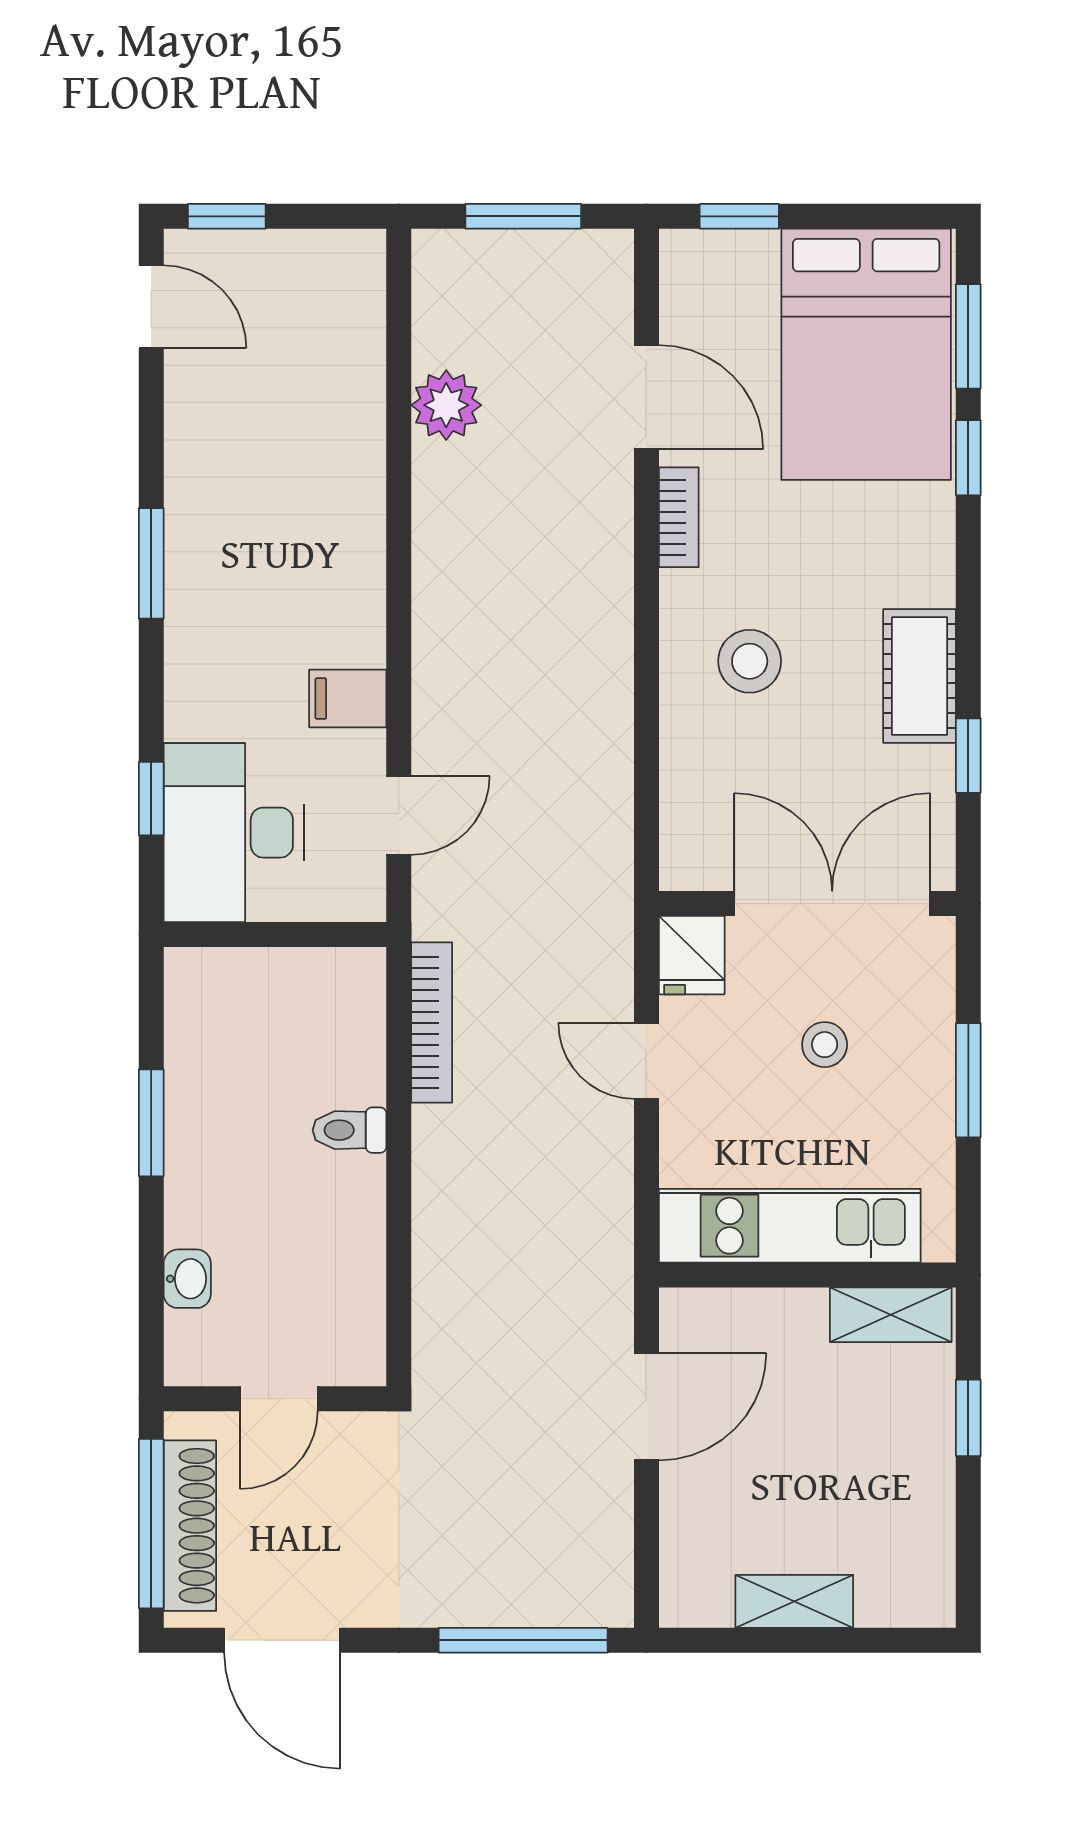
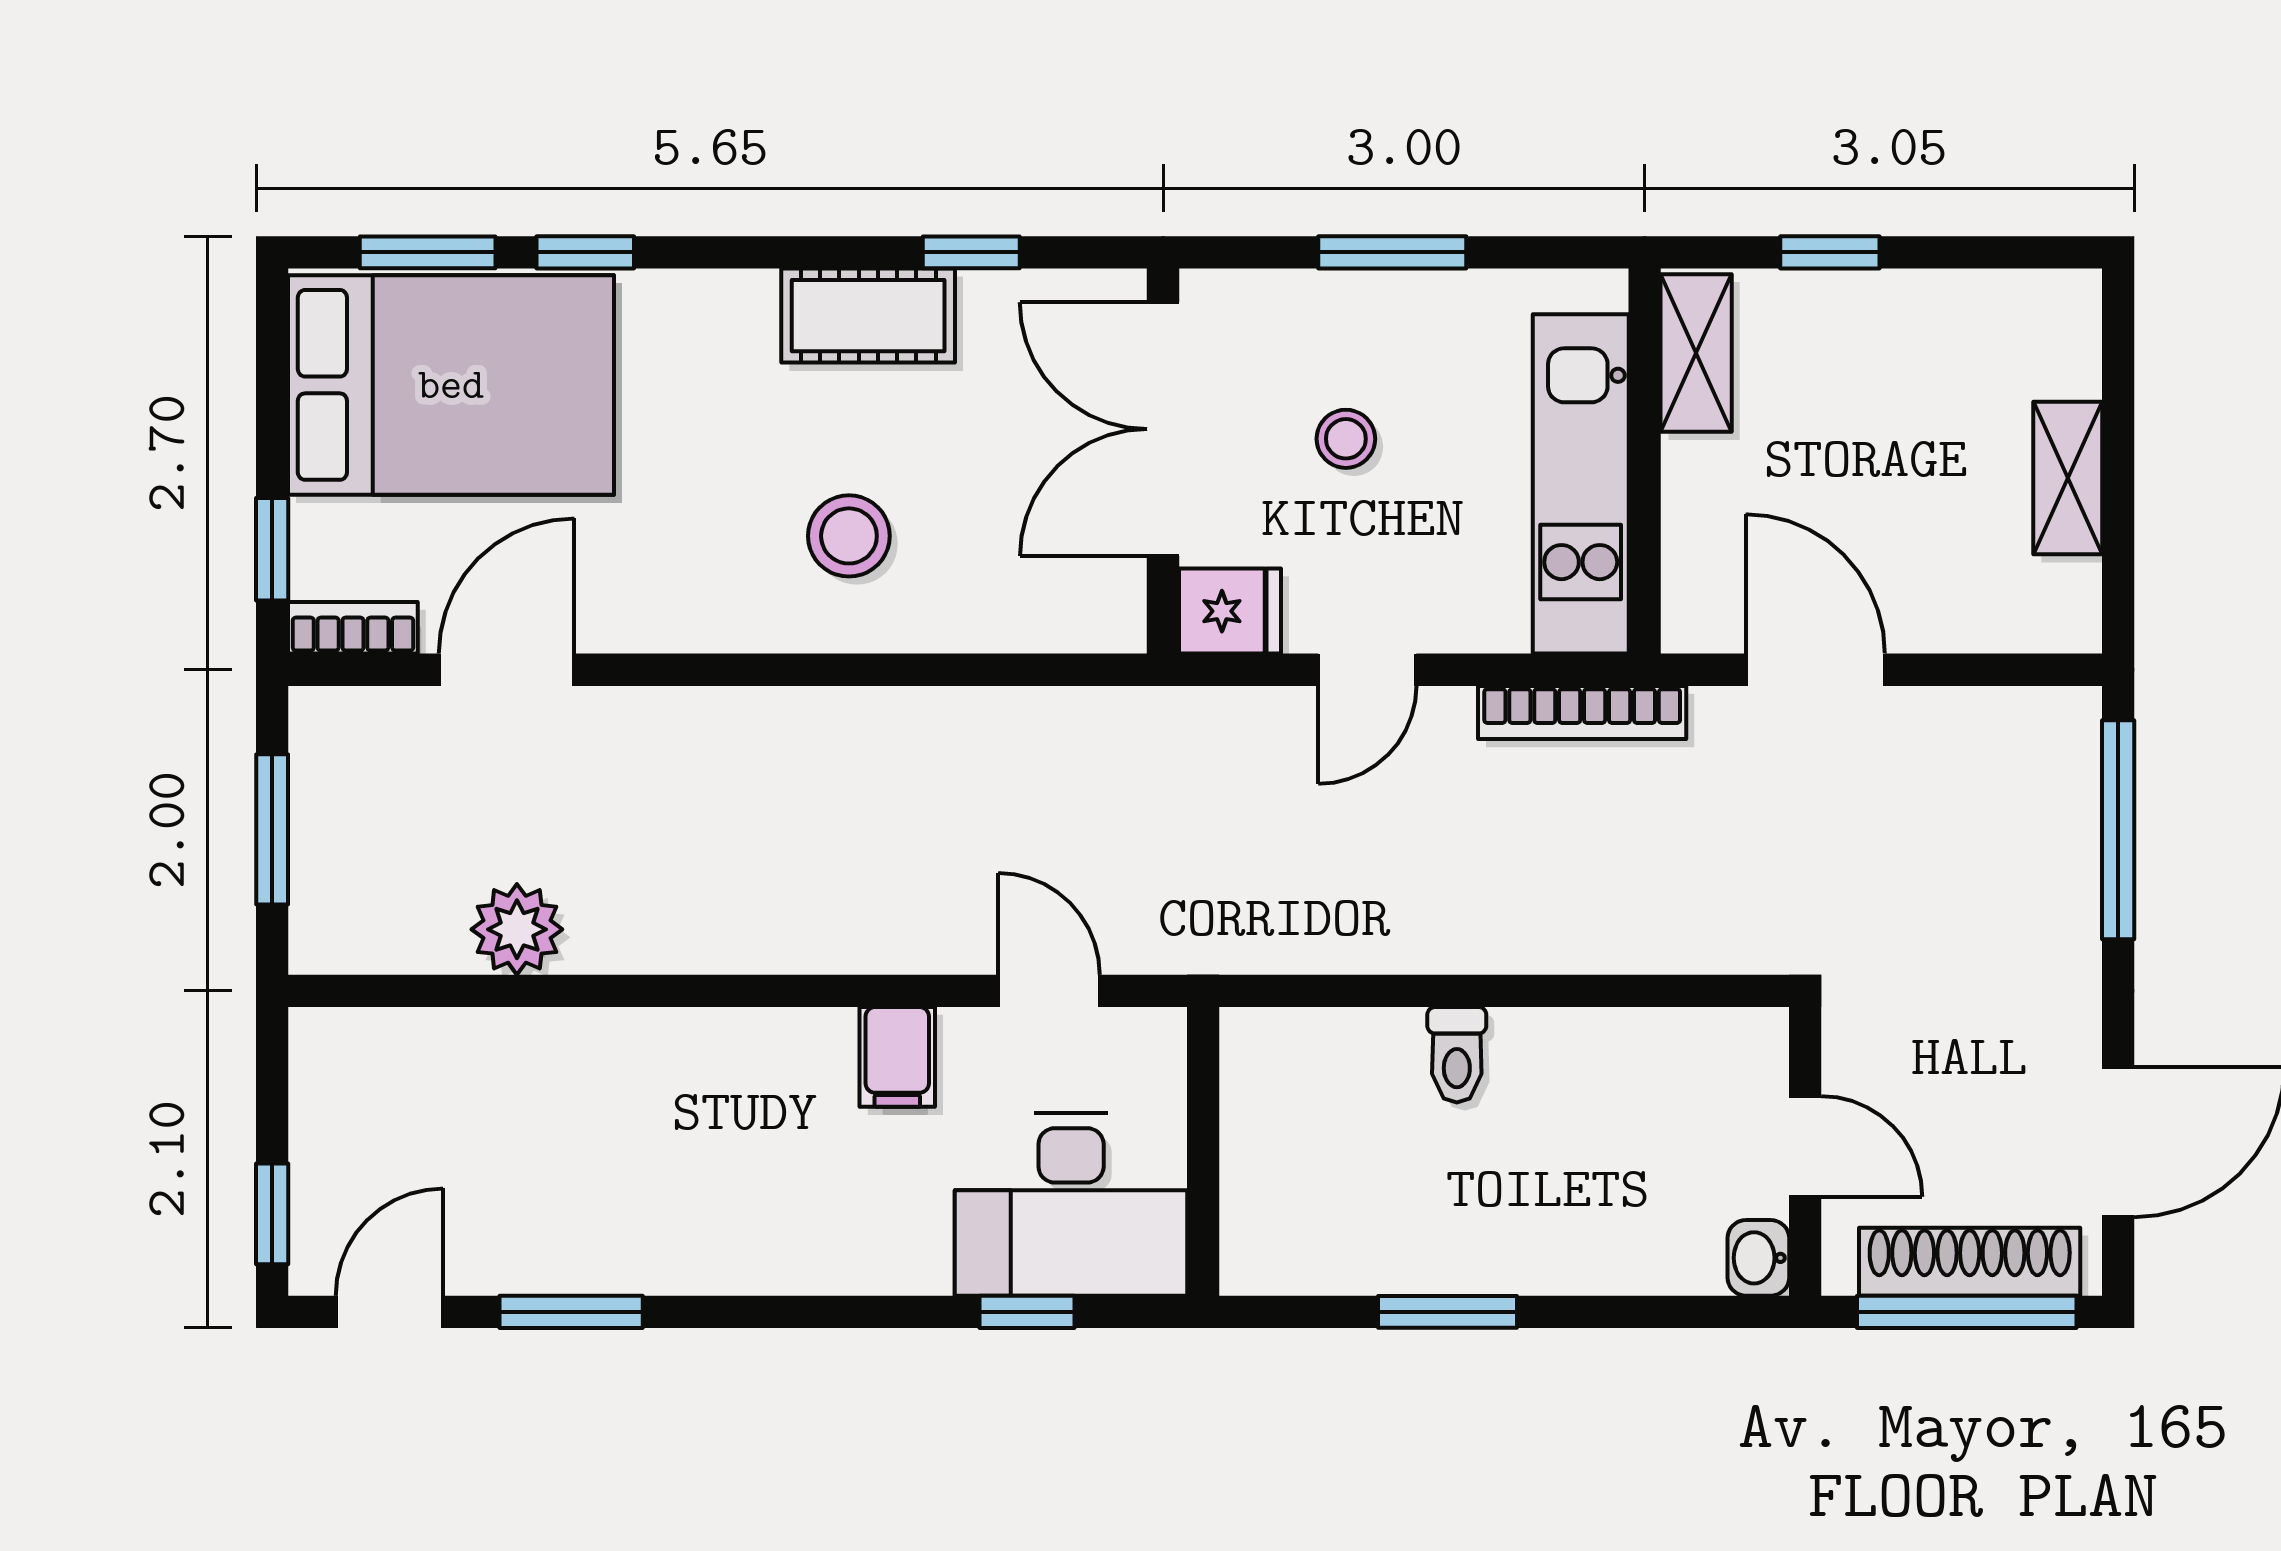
bookcase: (679, 517) -> (353, 628), moved
window: (151, 563) -> (571, 1312), moved
bookcase: (432, 1023) -> (1582, 712), moved, turned 180
washbasin: (187, 1279) -> (1758, 1258), moved, turned -90

